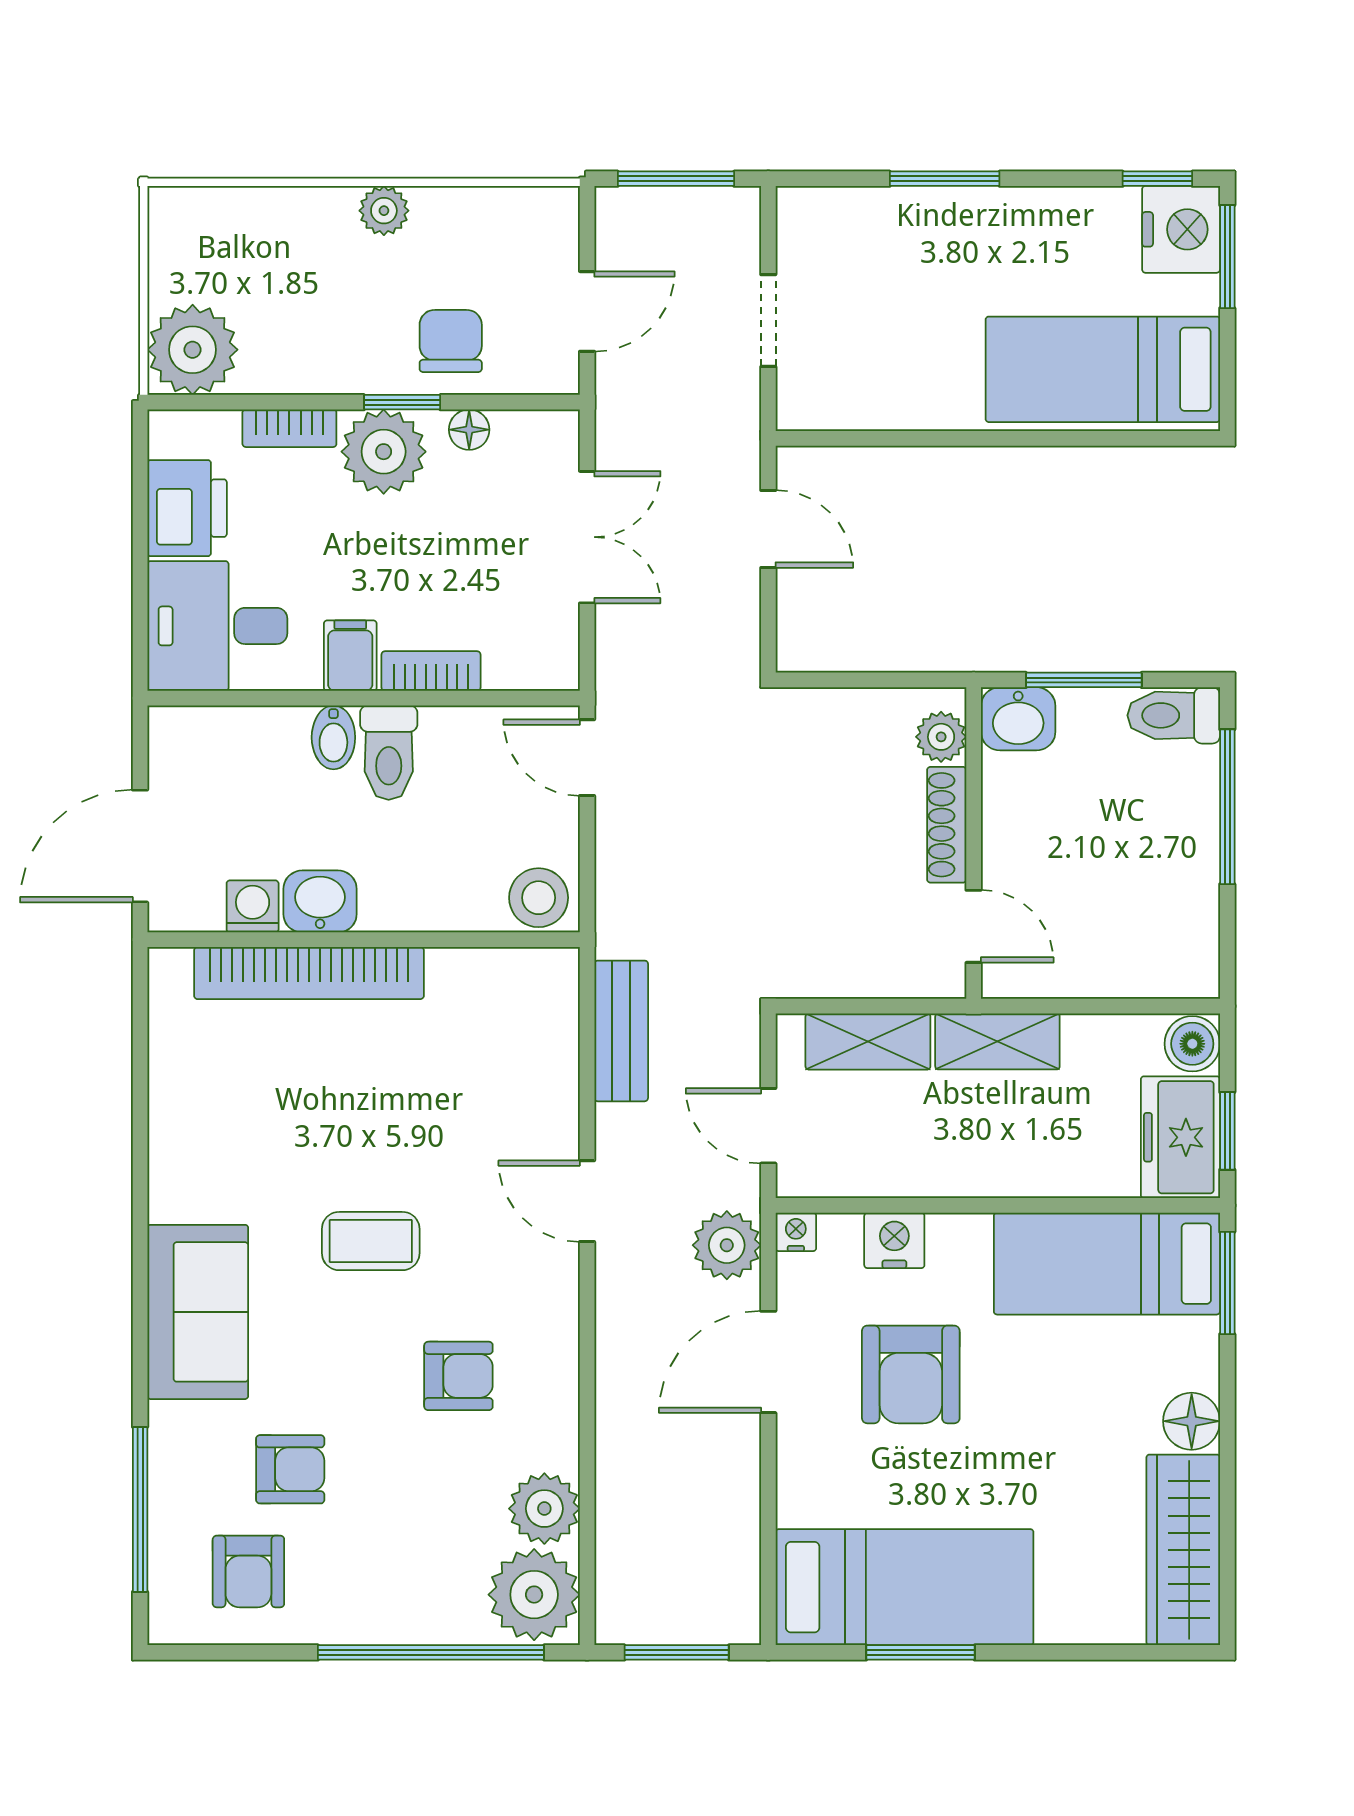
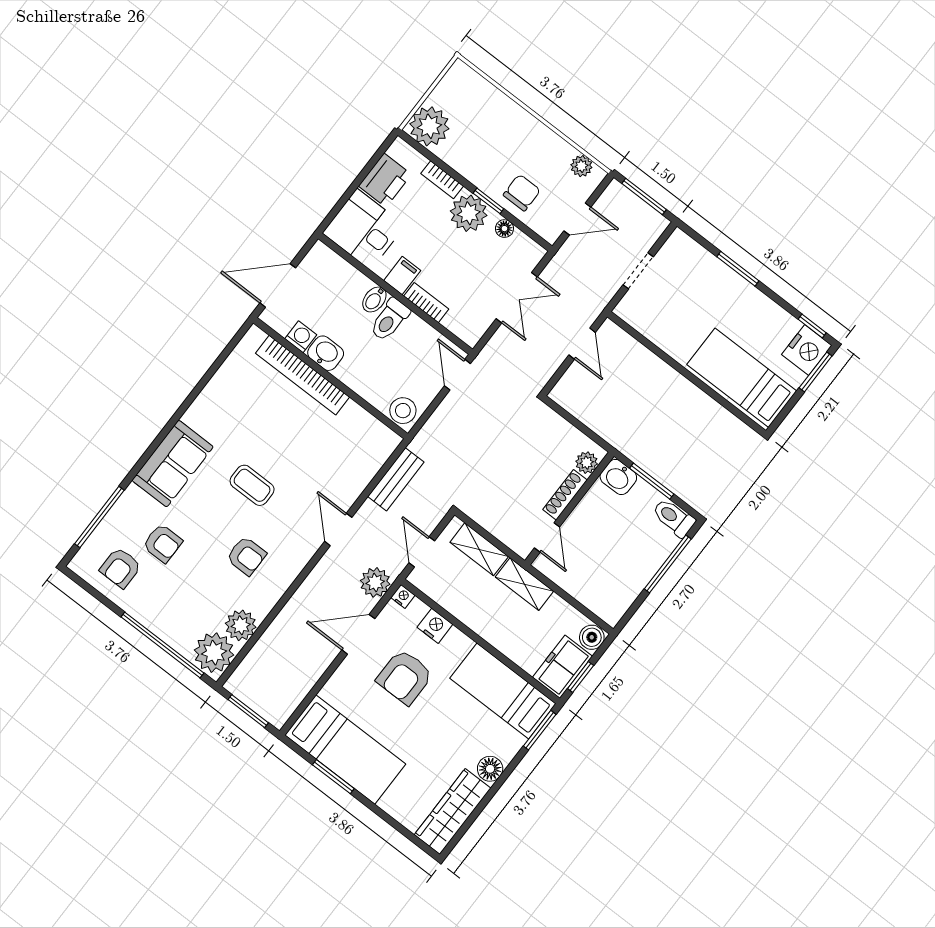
plant: (384, 211) -> (581, 166), moved

